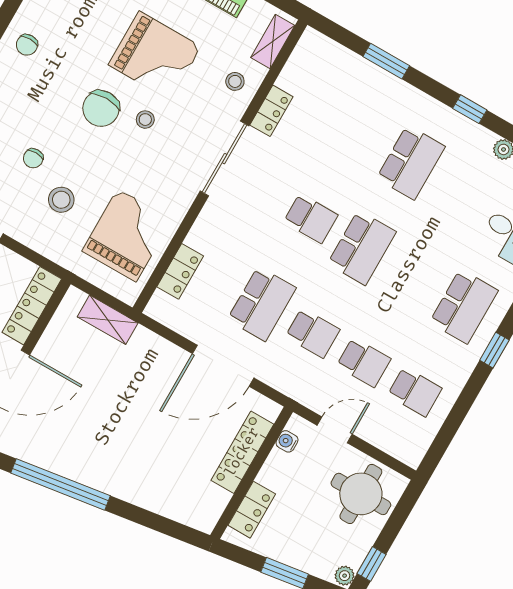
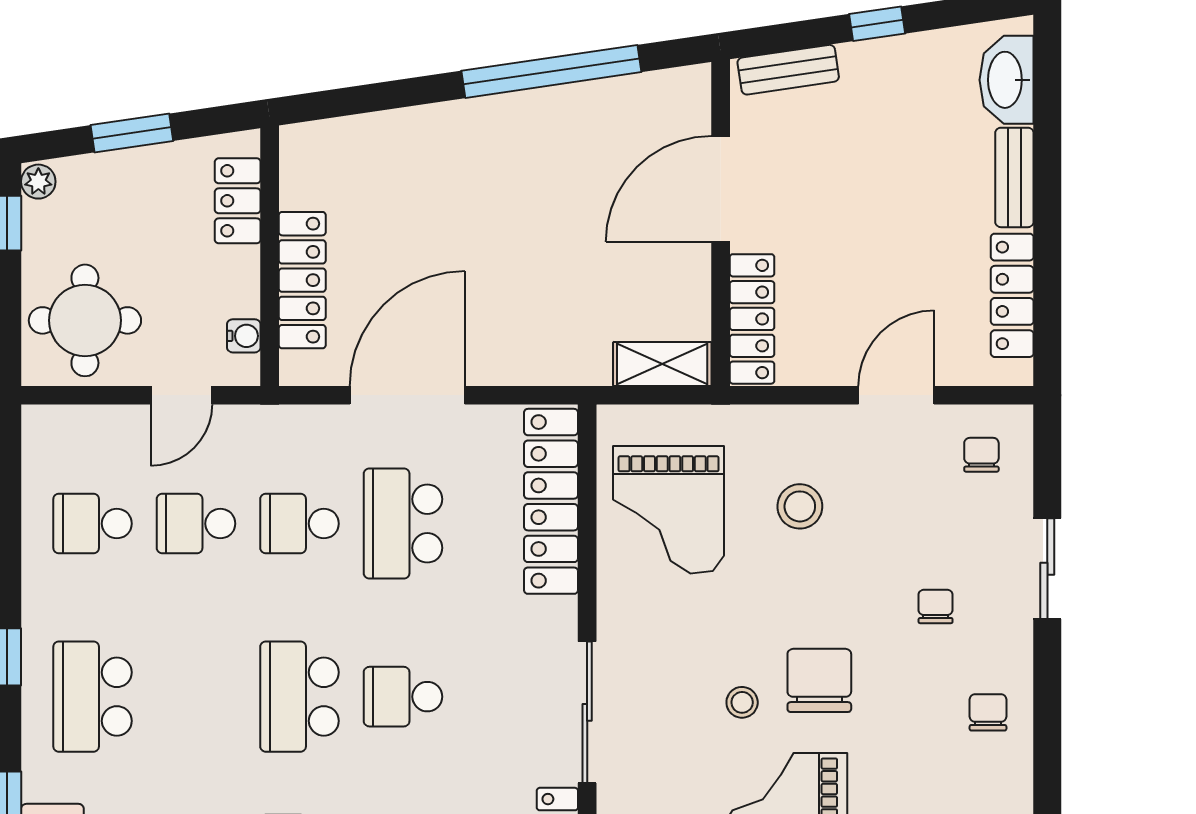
chair: (33, 158) -> (936, 606), moved
locker: (180, 271) -> (551, 501), width x2.16, depth x1.21
shelving: (108, 320) -> (662, 364), moved

